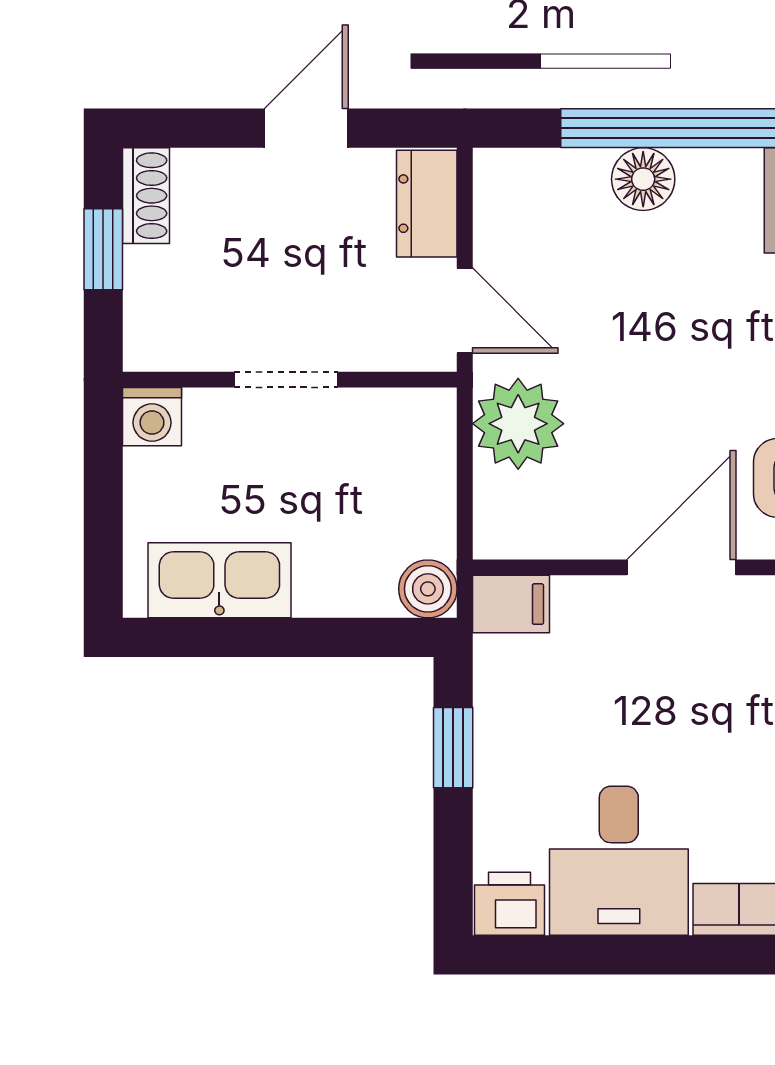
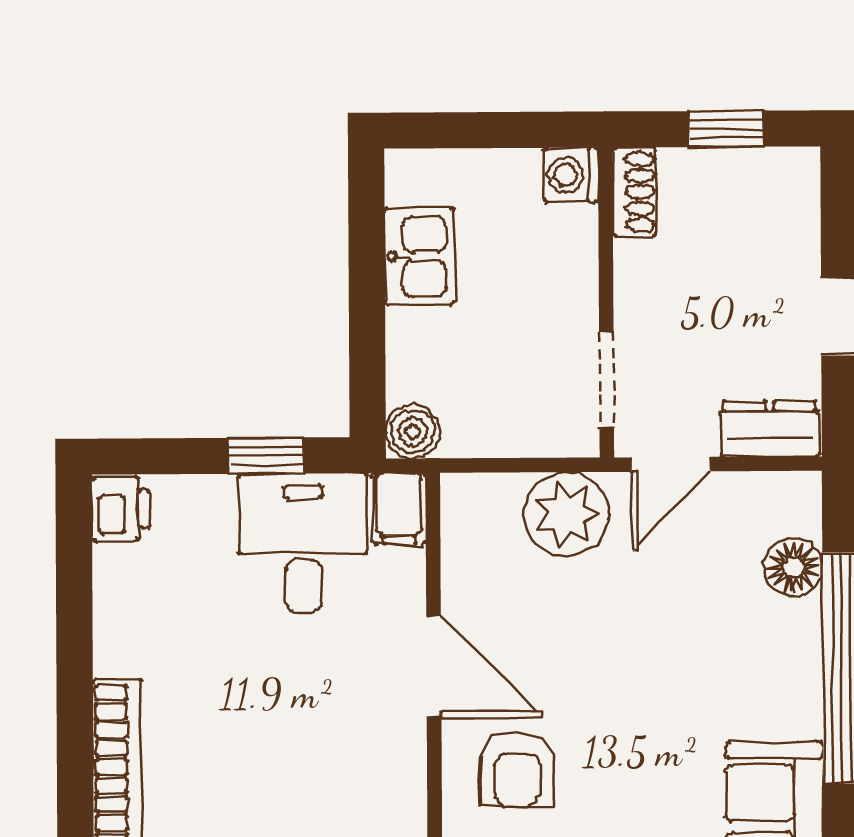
floor lamp: (643, 179) -> (793, 567), moved
shoe rack: (146, 196) -> (634, 192), moved, turned -90
doorway: (286, 380) -> (606, 380), moved
kitchen sink: (219, 580) -> (420, 256), width x0.73
desk: (619, 861) -> (303, 543), moved, turned 90

